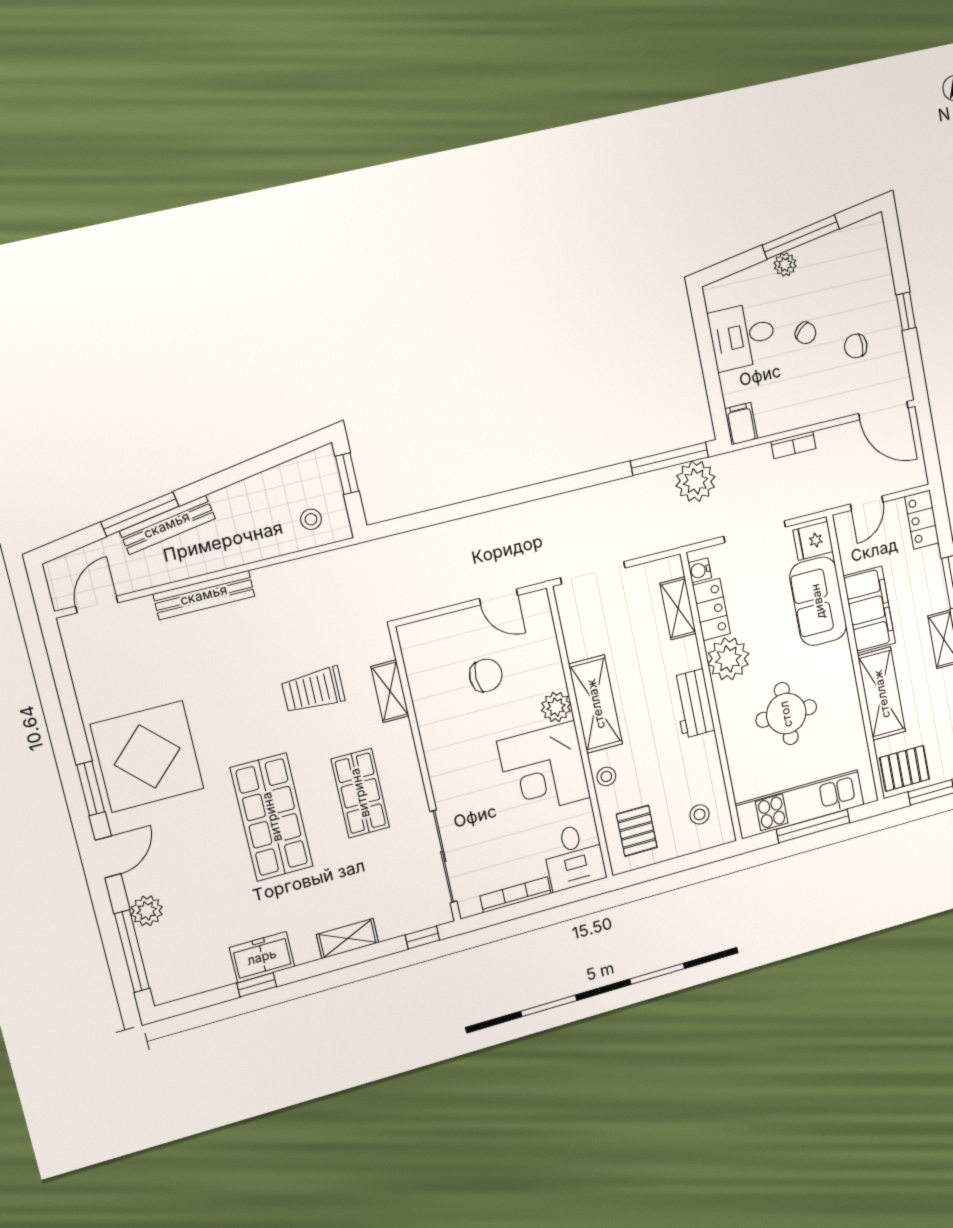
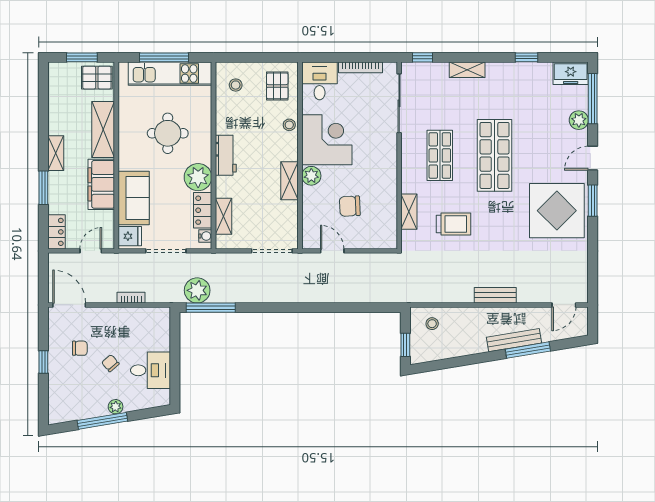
filing cabinet: (741, 424) -> (162, 318), removed
bench: (204, 595) -> (495, 295), width x0.73
shelving: (596, 704) -> (290, 181), width x0.67, depth x0.75
freezer: (262, 957) -> (571, 73), moved

